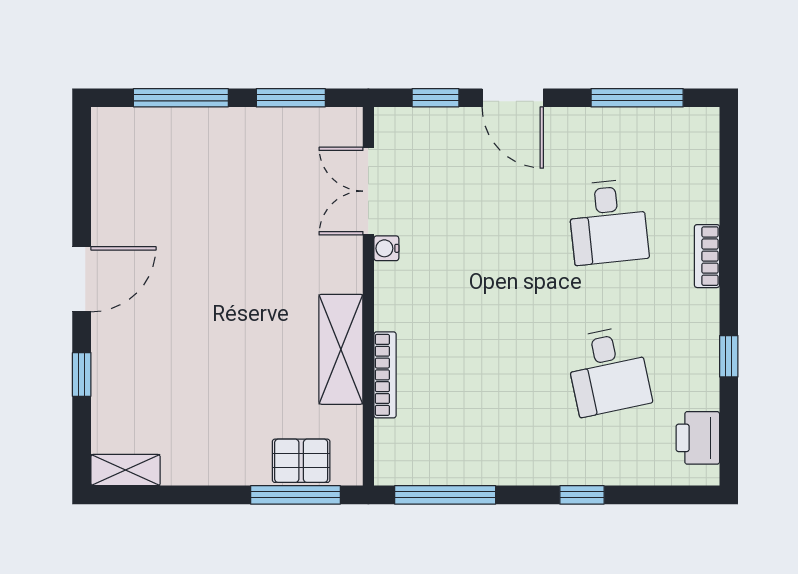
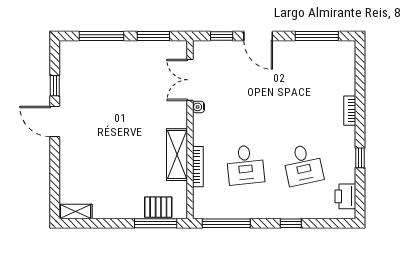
desk: (608, 222) -> (245, 165), moved
door: (82, 279) -> (55, 122), swing flipped
window: (82, 374) -> (55, 86), moved

